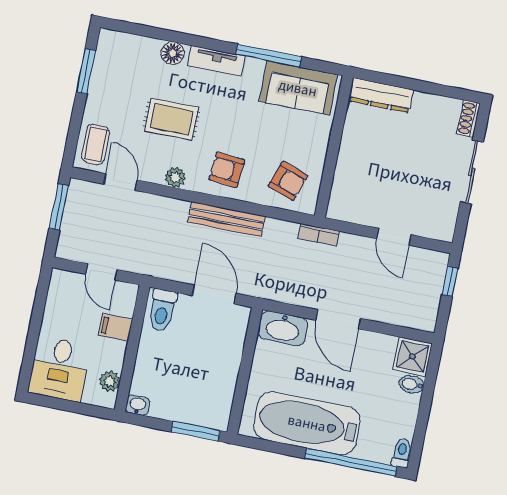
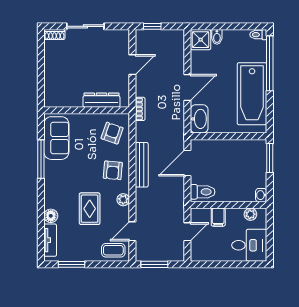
tv unit: (216, 61) -> (50, 240), moved
dresser: (381, 95) -> (101, 100), moved, turned -90

